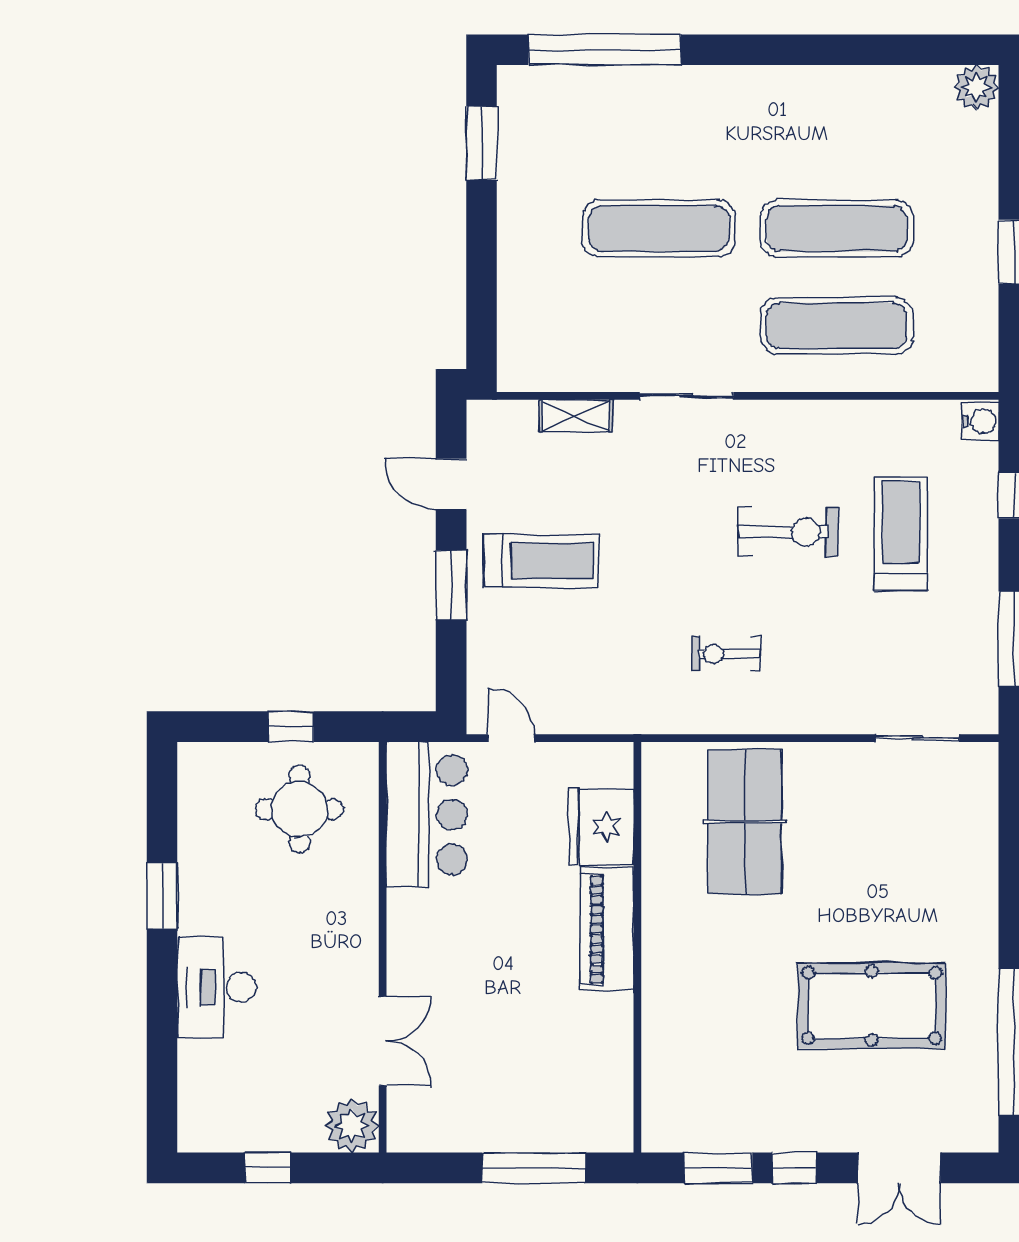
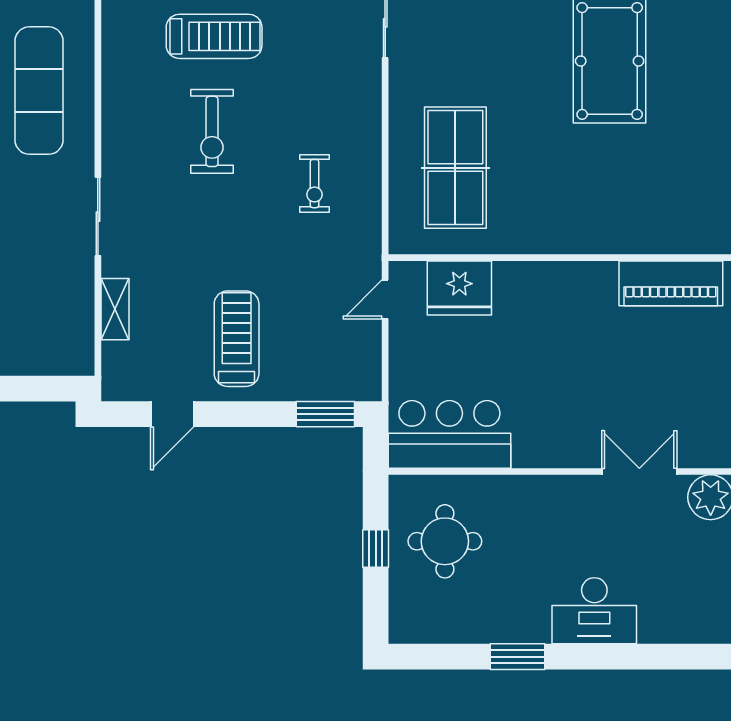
exercise bike: (788, 532) -> (212, 131), turned 180
treadmill: (901, 534) -> (214, 36), turned 180
window: (451, 585) -> (325, 414), moved
door: (511, 738) -> (385, 299), moved
table tennis table: (745, 822) -> (455, 168), turned 90
piano: (607, 929) -> (671, 283), moved

